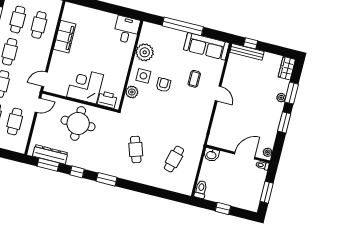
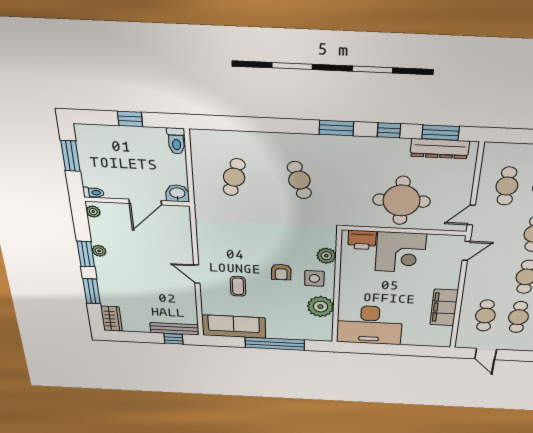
desk: (126, 30) -> (369, 325), width x1.87, depth x1.30
plant: (281, 98) -> (99, 251), moved
door: (245, 156) -> (145, 202), moved

